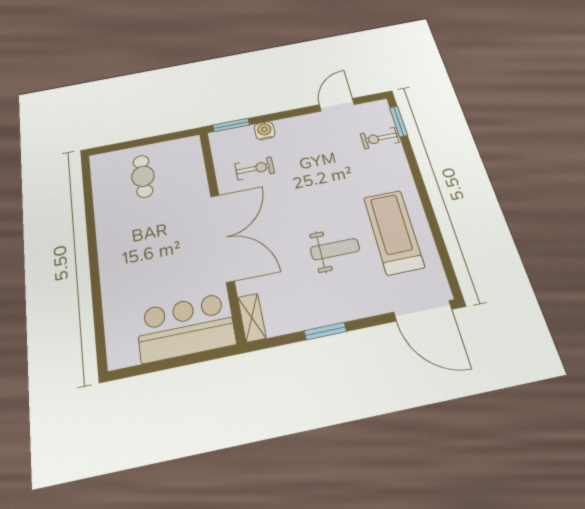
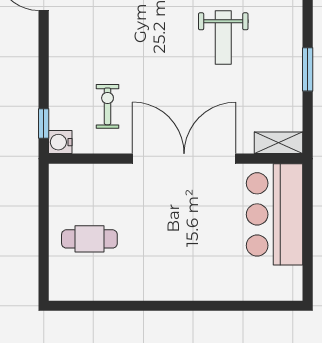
window: (231, 125) -> (44, 123), width x0.67
water cooler: (265, 131) -> (60, 142), moved
weight bench: (335, 249) -> (223, 37), turned 180

